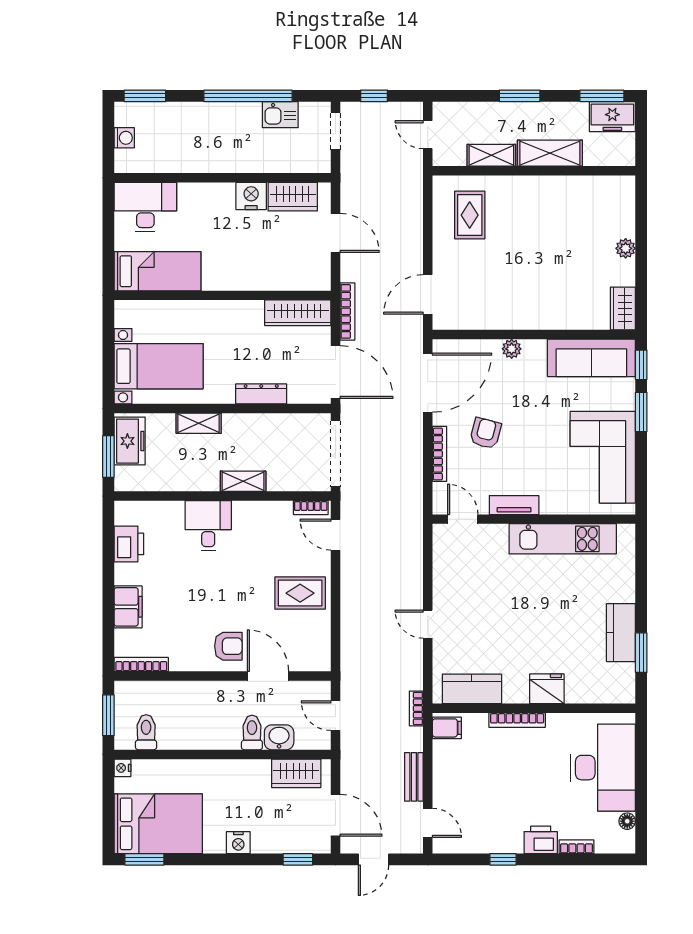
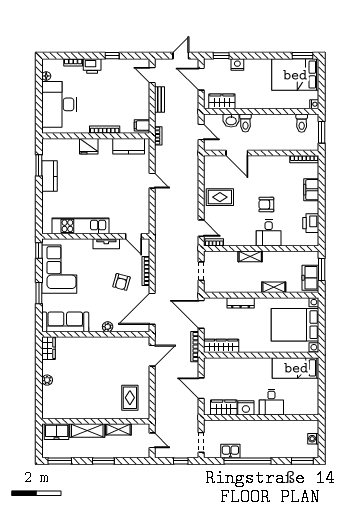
freezer: (612, 117) -> (57, 432), moved, turned 180
desk: (145, 207) -> (271, 402), moved, width x0.73
window: (641, 365) -> (39, 251), moved
bed with nightstands: (159, 366) -> (295, 325), width x1.36
doorway: (336, 454) -> (201, 271), width x0.53
armchair: (228, 646) -> (266, 205), moved
nightstand: (238, 843) -> (237, 65), moved

